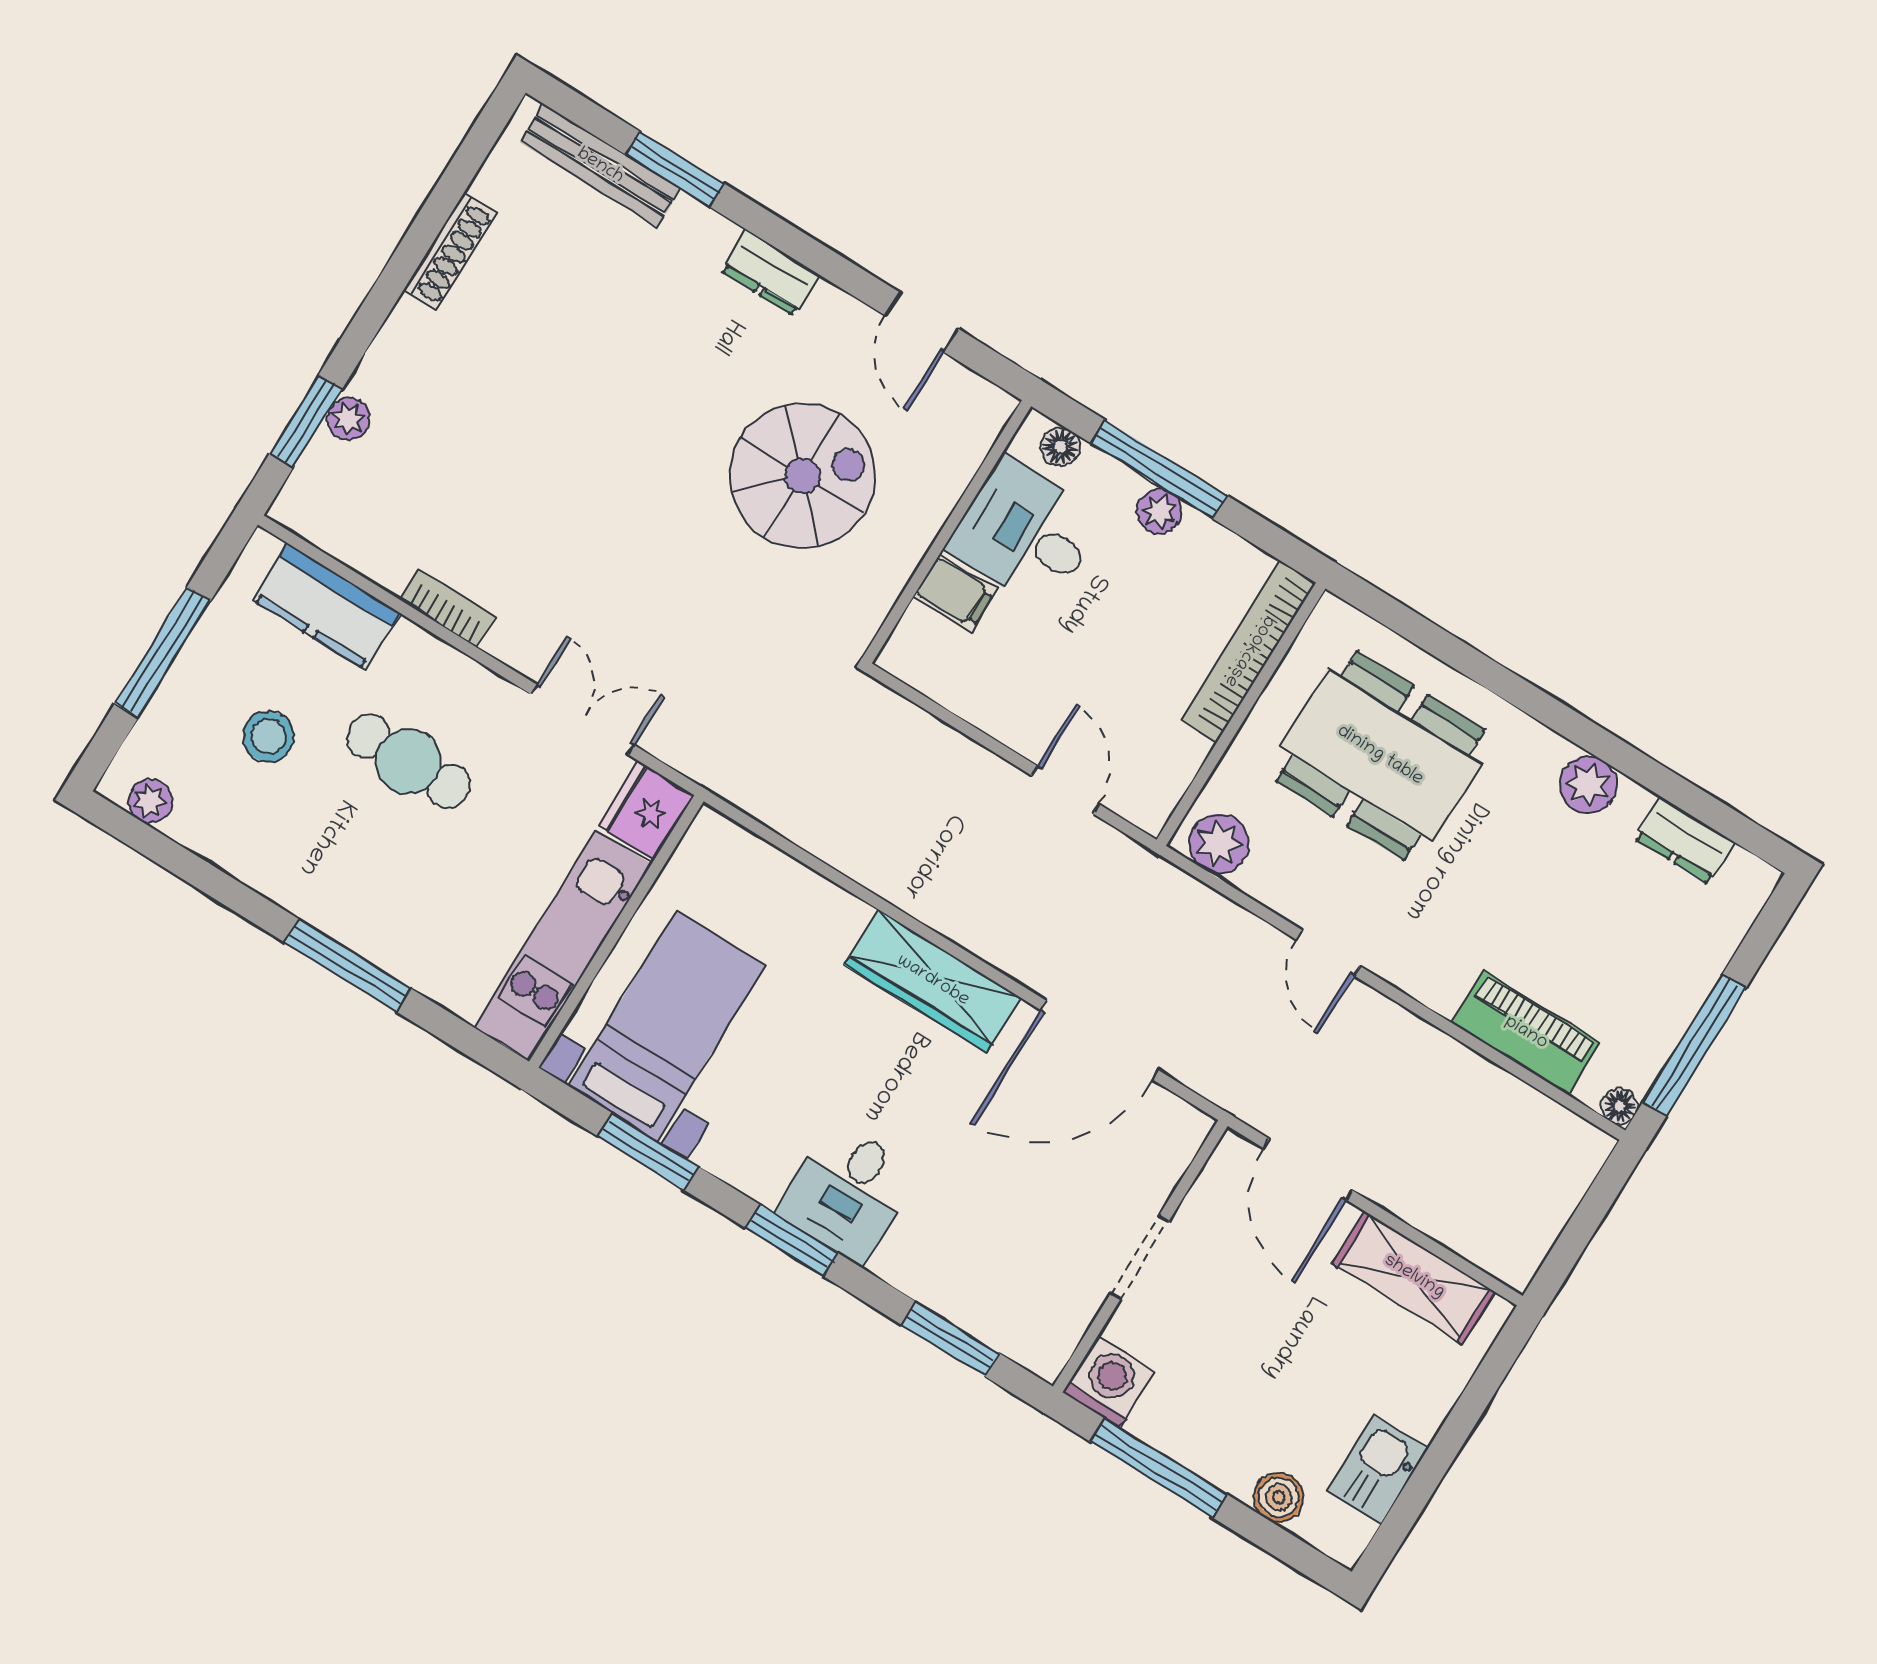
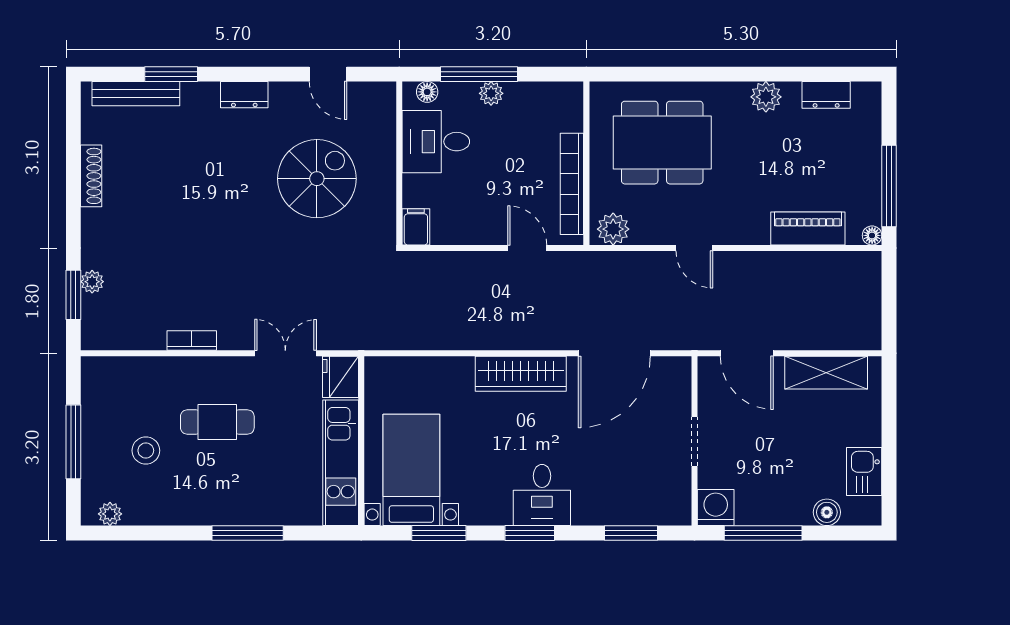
filing cabinet: (955, 593) -> (416, 227), moved, turned -90
kitchen counter: (326, 606) -> (135, 374), removed
bookcase: (1249, 651) -> (572, 184), moved

